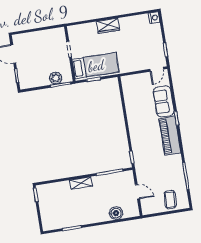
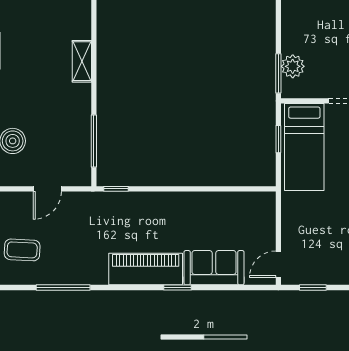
door: (157, 69) -> (278, 264), hinge flipped
shelving: (81, 183) -> (82, 61), moved

